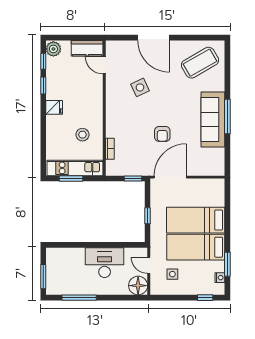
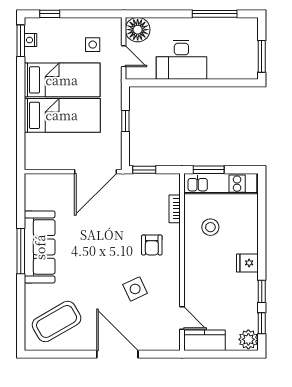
armchair: (162, 134) -> (152, 245), moved, turned 180
window: (71, 178) -> (209, 170), moved
window: (227, 264) -> (21, 41), moved
window: (43, 277) -> (262, 56), moved

